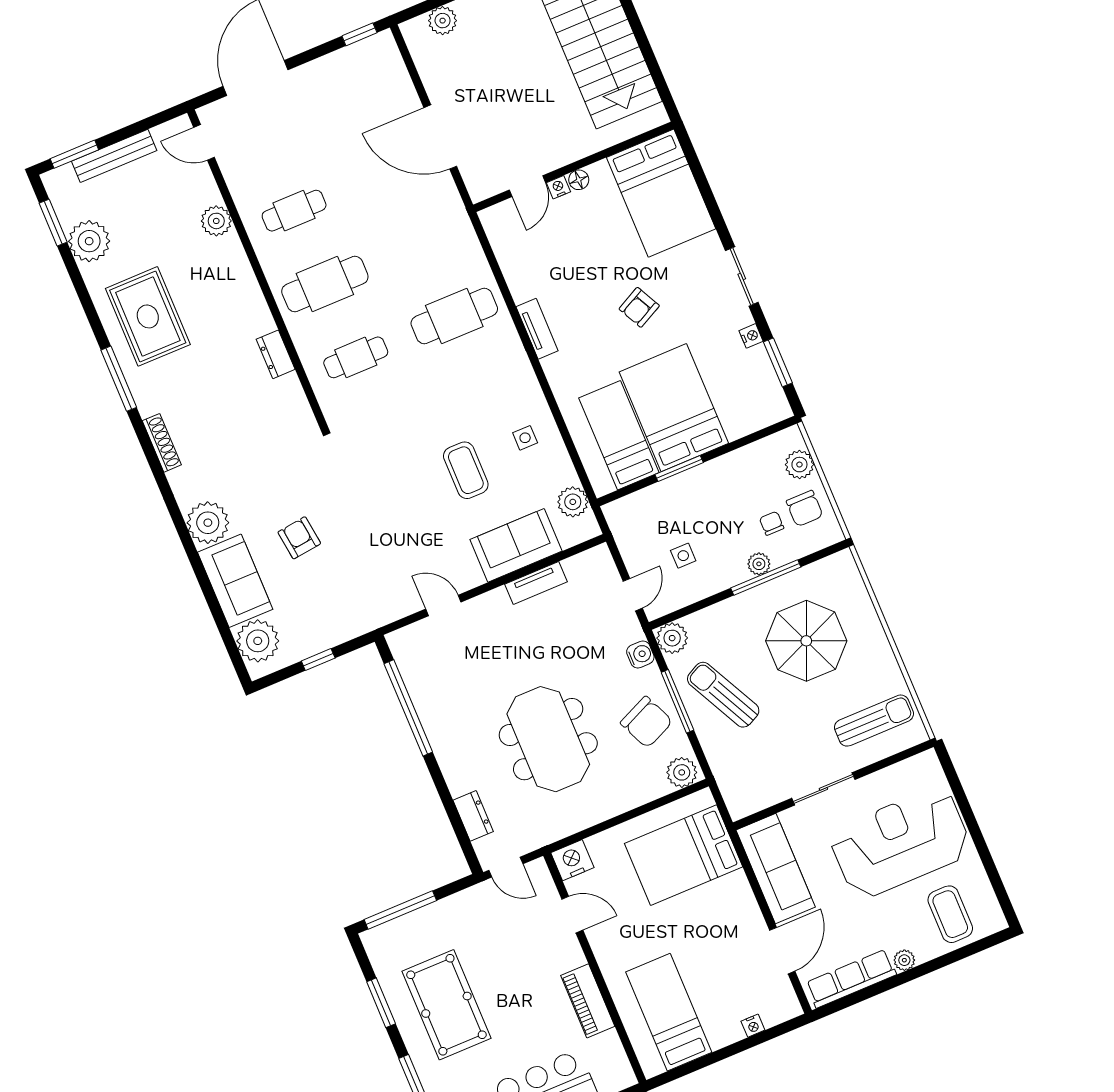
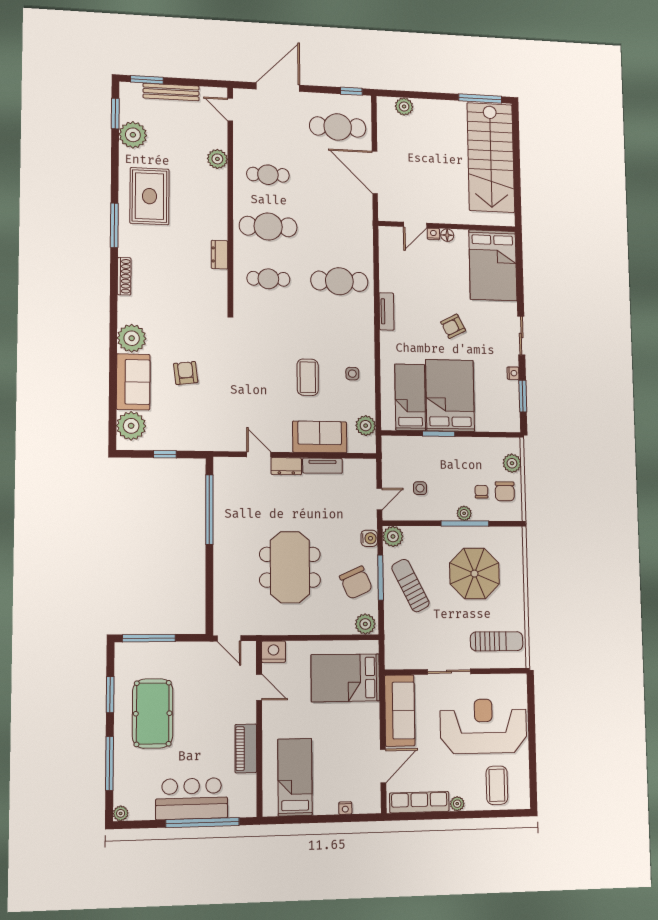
cafe table: (362, 96) -> (338, 127), added
dresser: (473, 816) -> (286, 466), moved, turned 90

